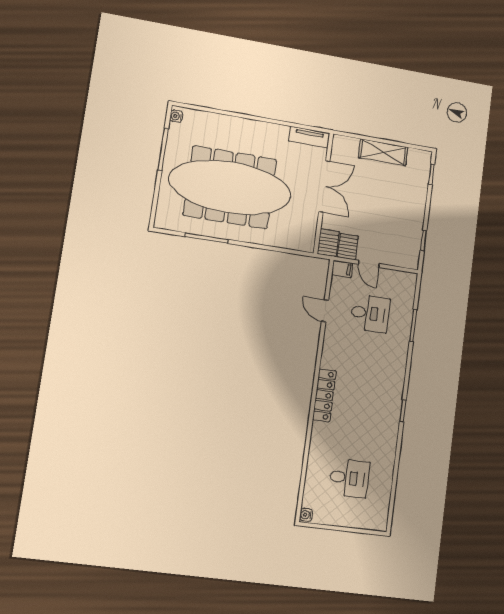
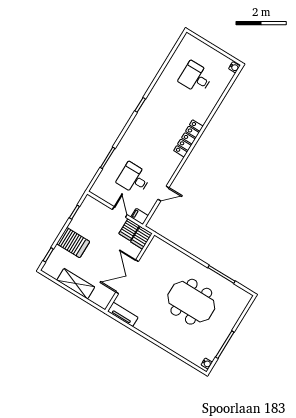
meeting table: (230, 187) -> (191, 302), width x0.54, depth x0.79
server rack: (408, 202) -> (73, 243), added
door: (325, 311) -> (163, 194), hinge flipped

